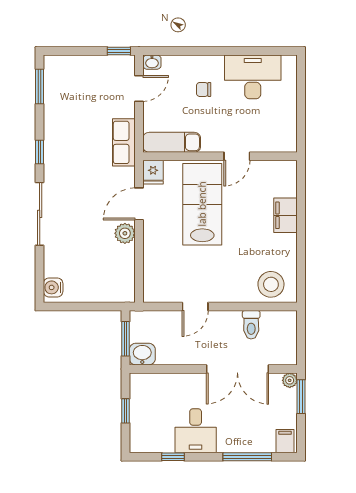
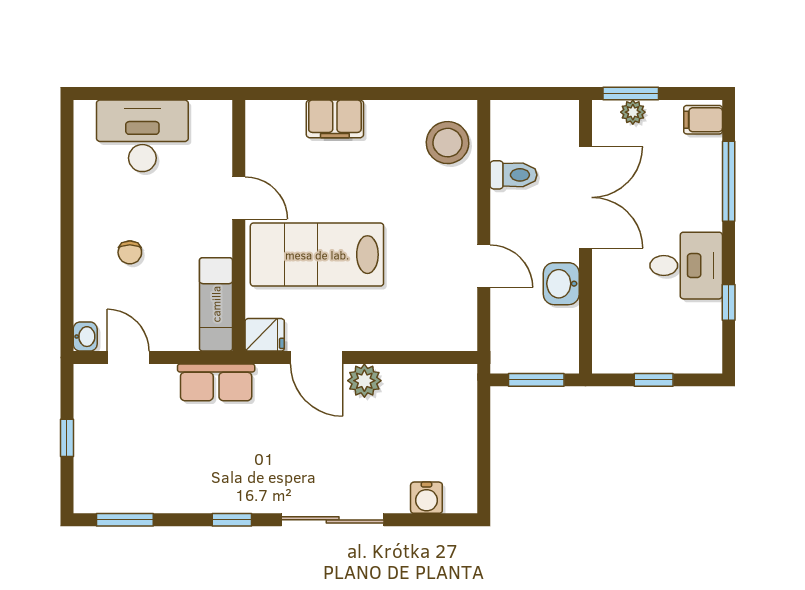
window: (119, 51) -> (67, 438), moved
desk: (253, 77) -> (142, 136), moved, turned 90
water cooler: (53, 287) -> (426, 498), moved
washbasin: (142, 354) -> (561, 284), moved
plant: (290, 380) -> (633, 112), moved

